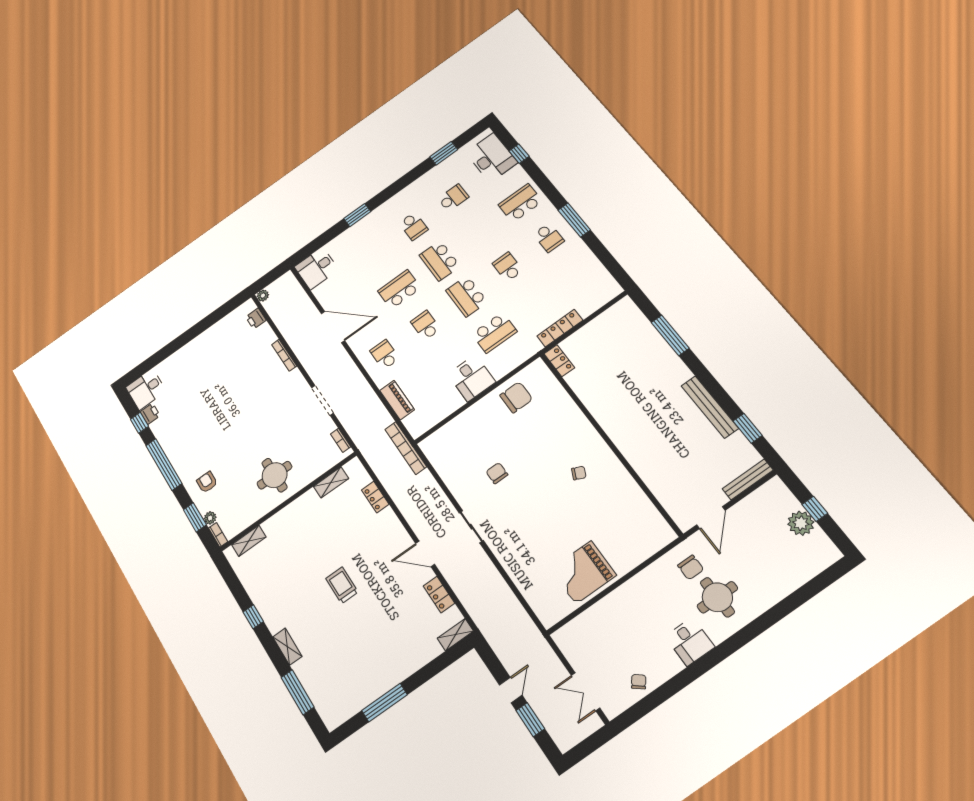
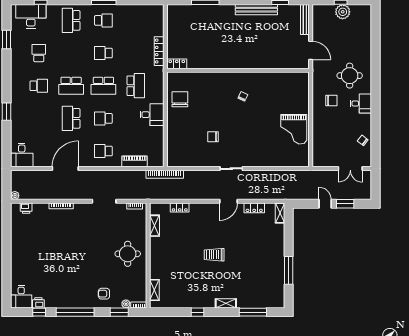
chair: (691, 567) -> (331, 101), moved

